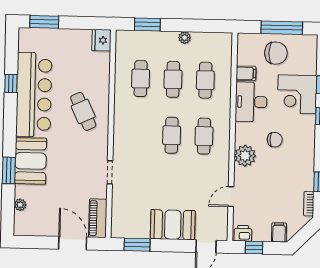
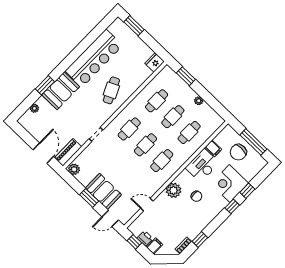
chair: (276, 53) -> (238, 152), turned 90
window: (11, 84) -> (87, 42), removed
cafe table: (139, 134) -> (129, 129), added
plant: (121, 230) -> (74, 169), added
printer: (243, 233) -> (145, 238), moved
window: (137, 245) -> (89, 198), moved

